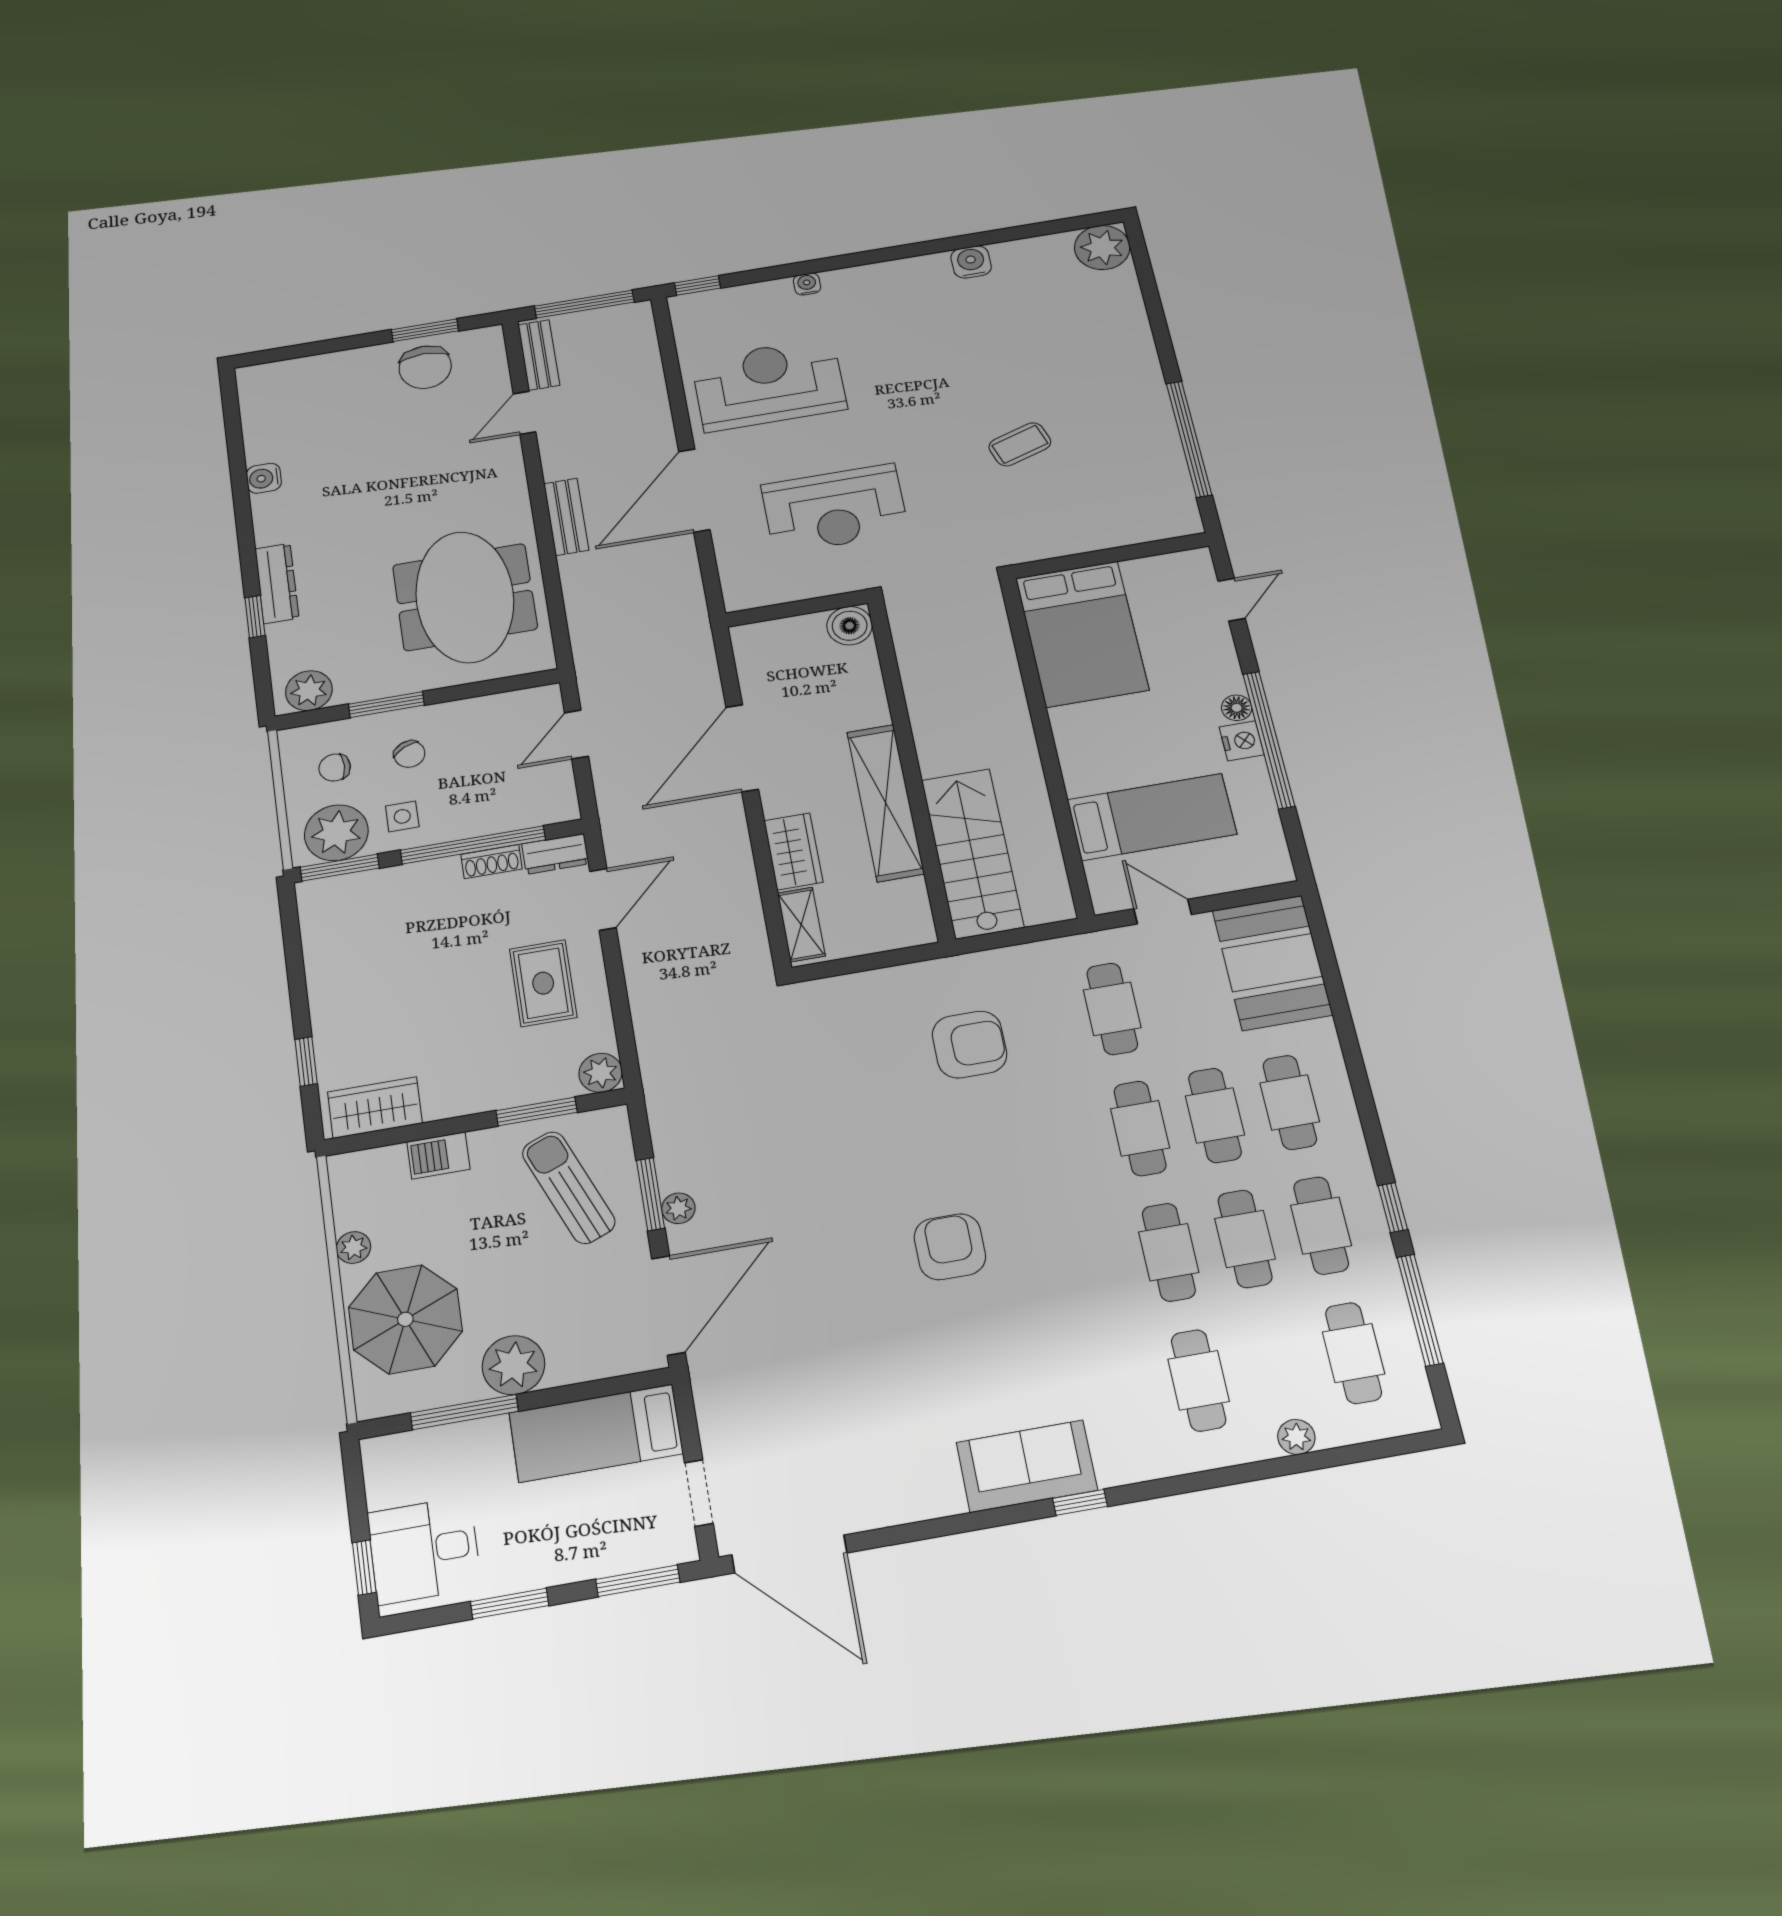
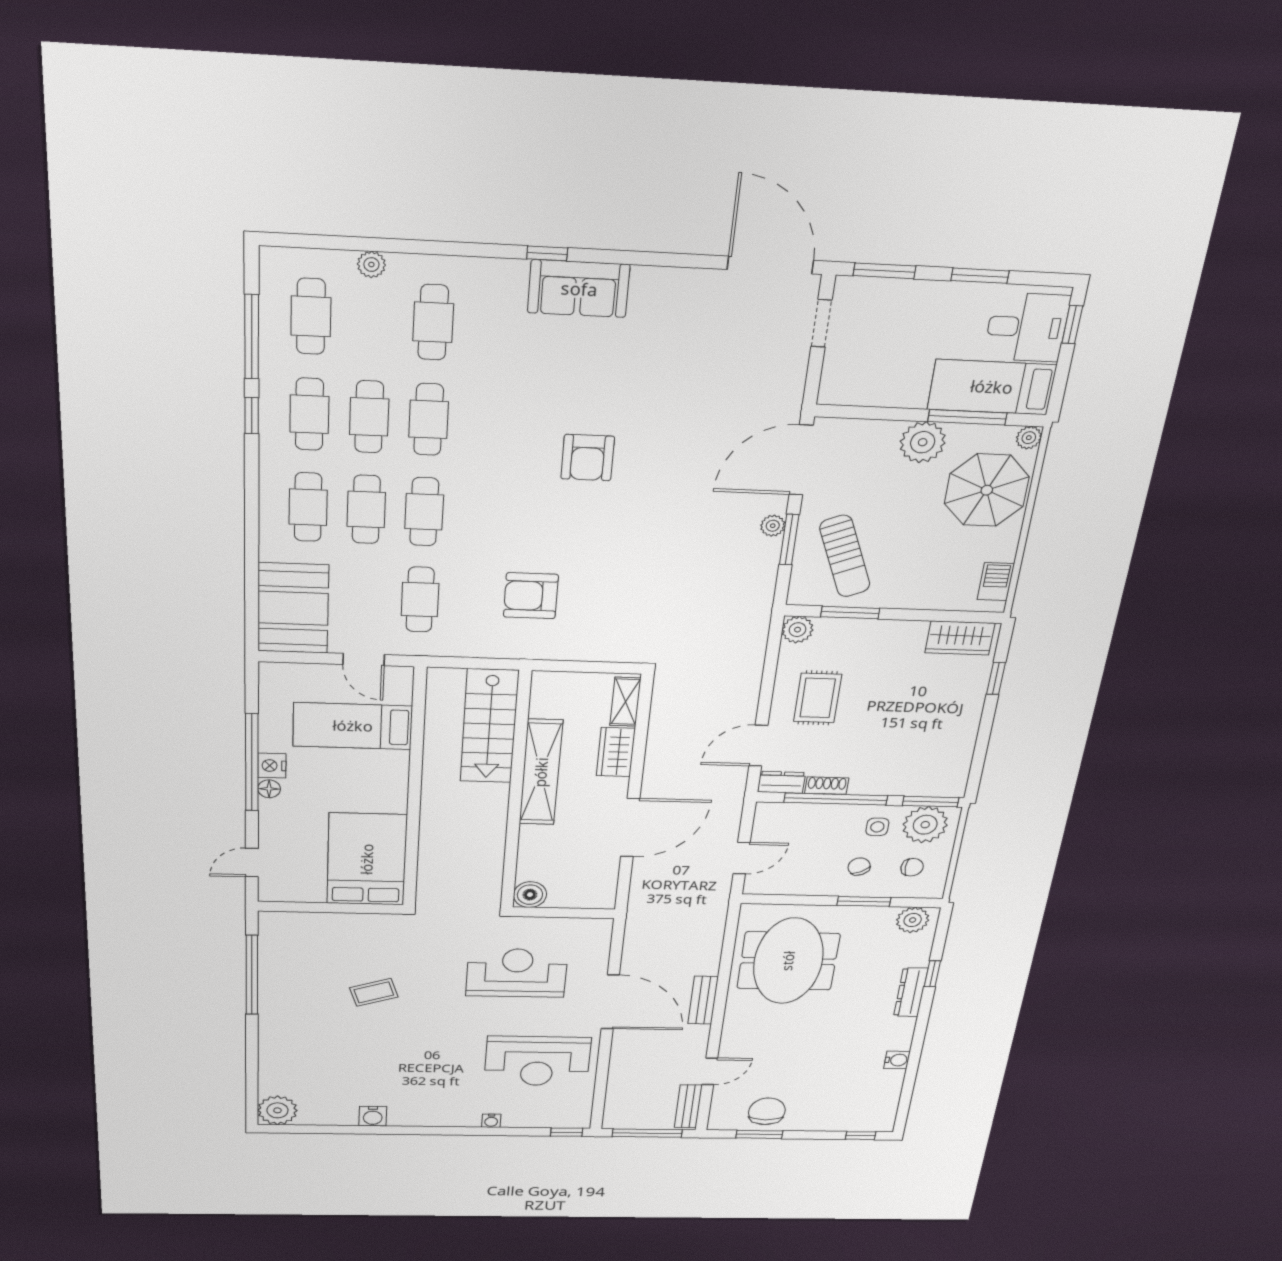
window: (279, 354) -> (861, 1136), added
door: (694, 490) -> (610, 1002), hinge flipped
barbecue: (438, 1155) -> (996, 582), moved, turned -90
plant: (353, 1248) -> (1029, 438), moved
bed: (596, 1433) -> (992, 387), moved, turned 180

